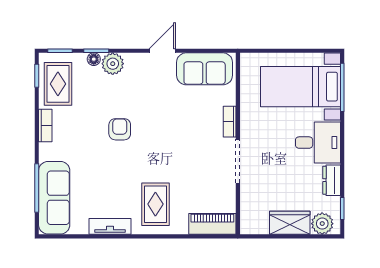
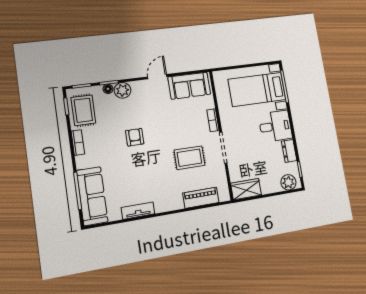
rug: (155, 204) -> (189, 158), moved, turned 90
wardrobe: (290, 223) -> (246, 189), moved
piano: (212, 224) -> (201, 198), moved

